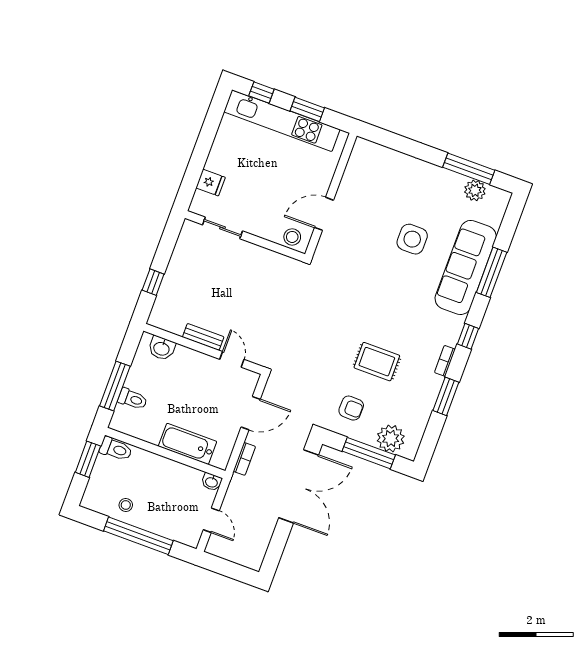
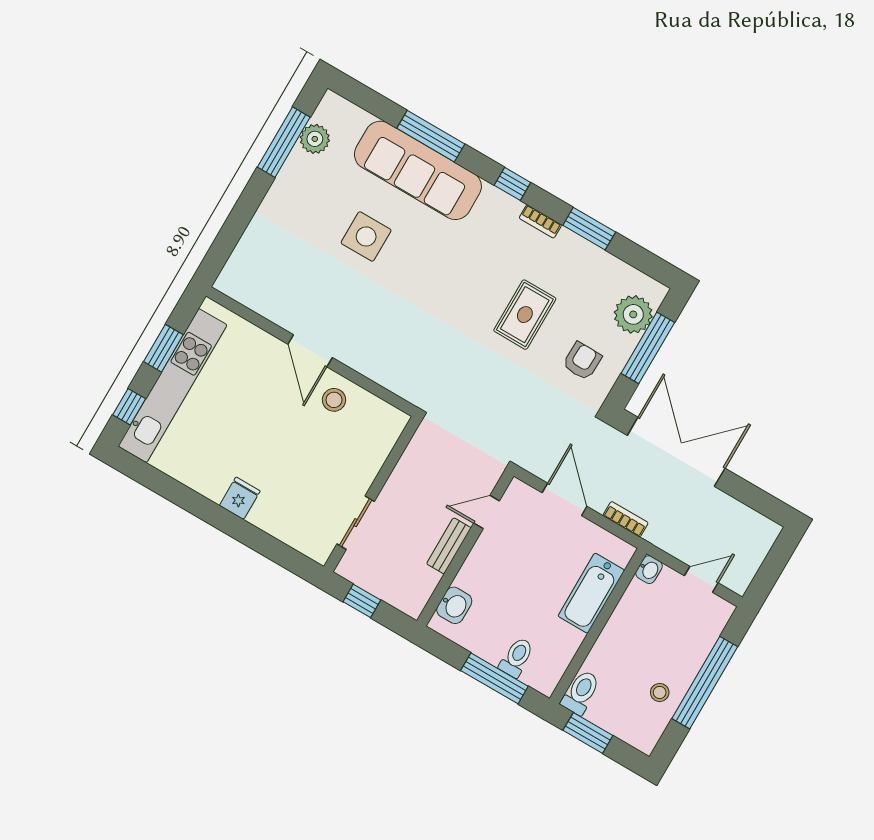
sliding door: (223, 228) -> (356, 523), moved
wall: (245, 236) -> (372, 494), moved

